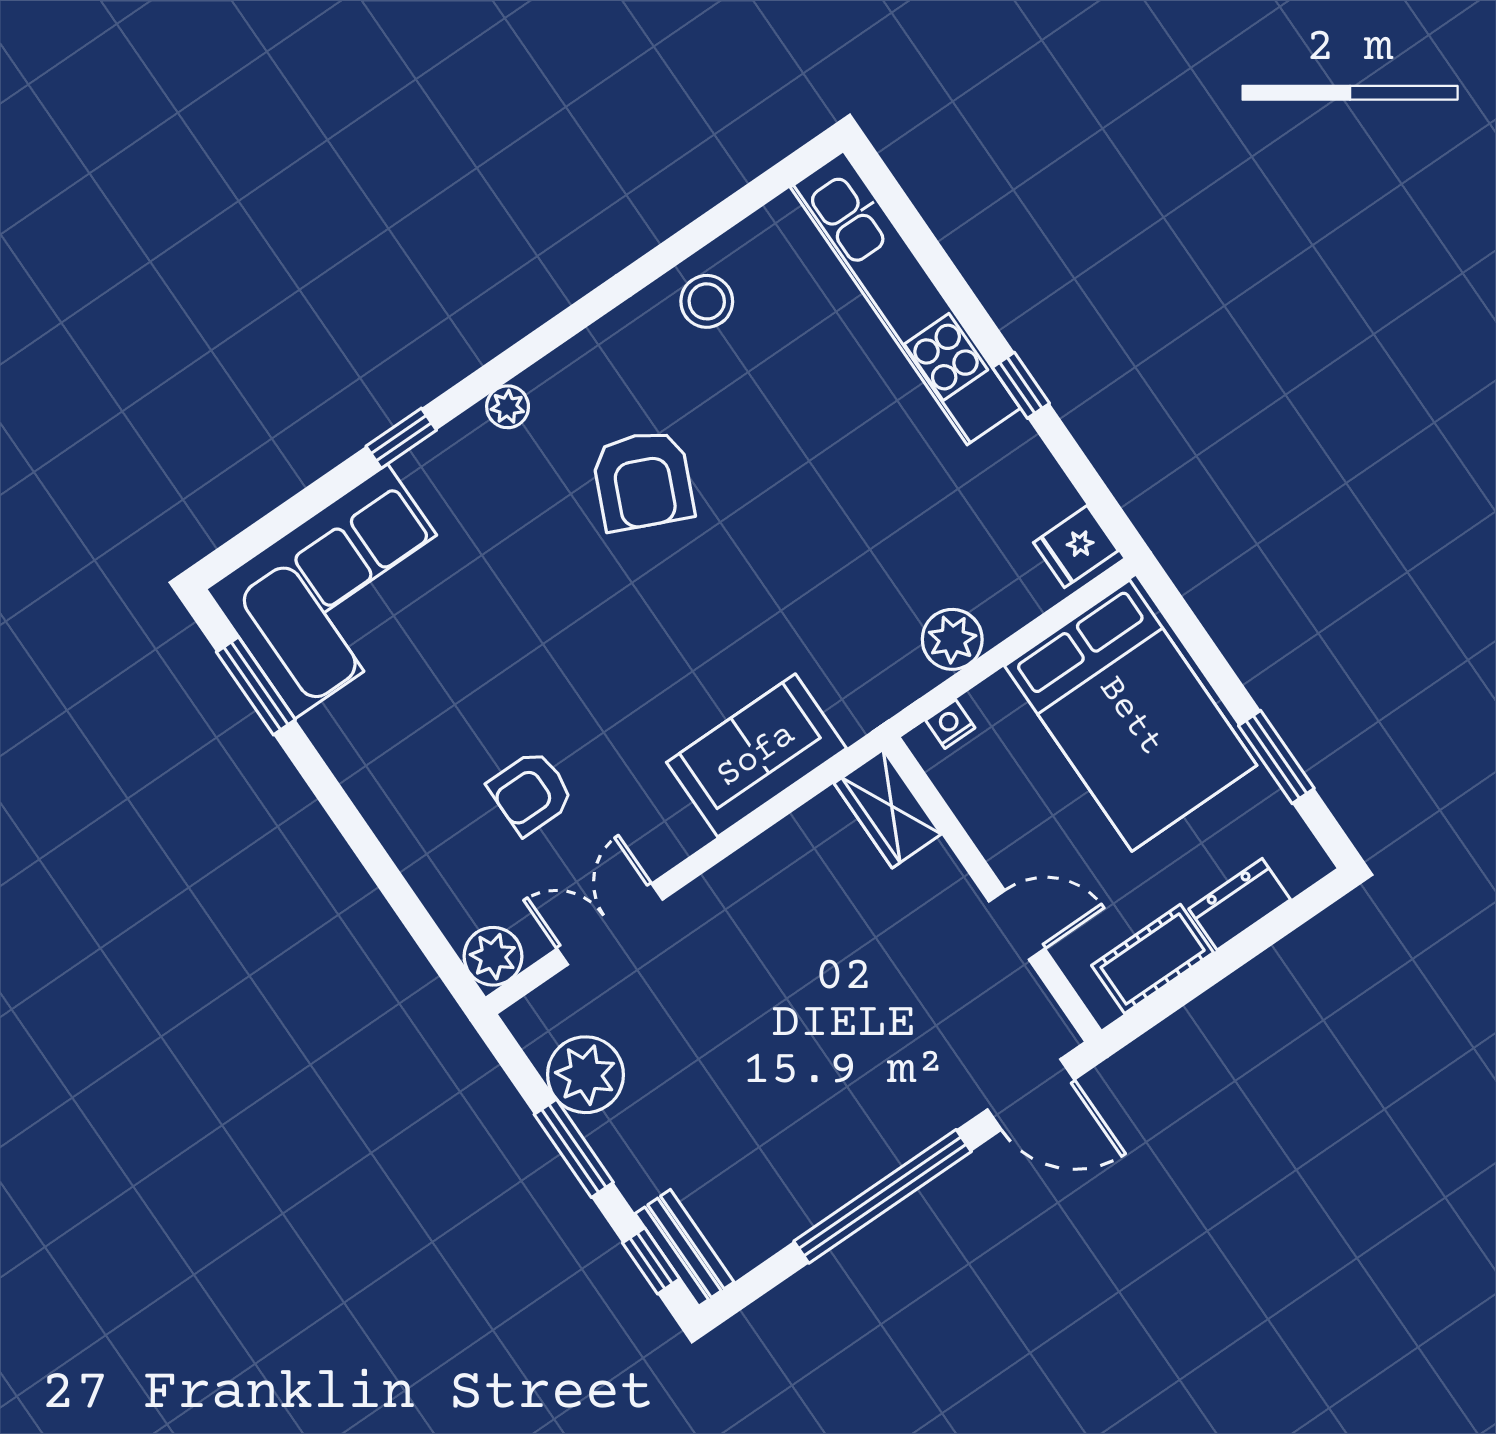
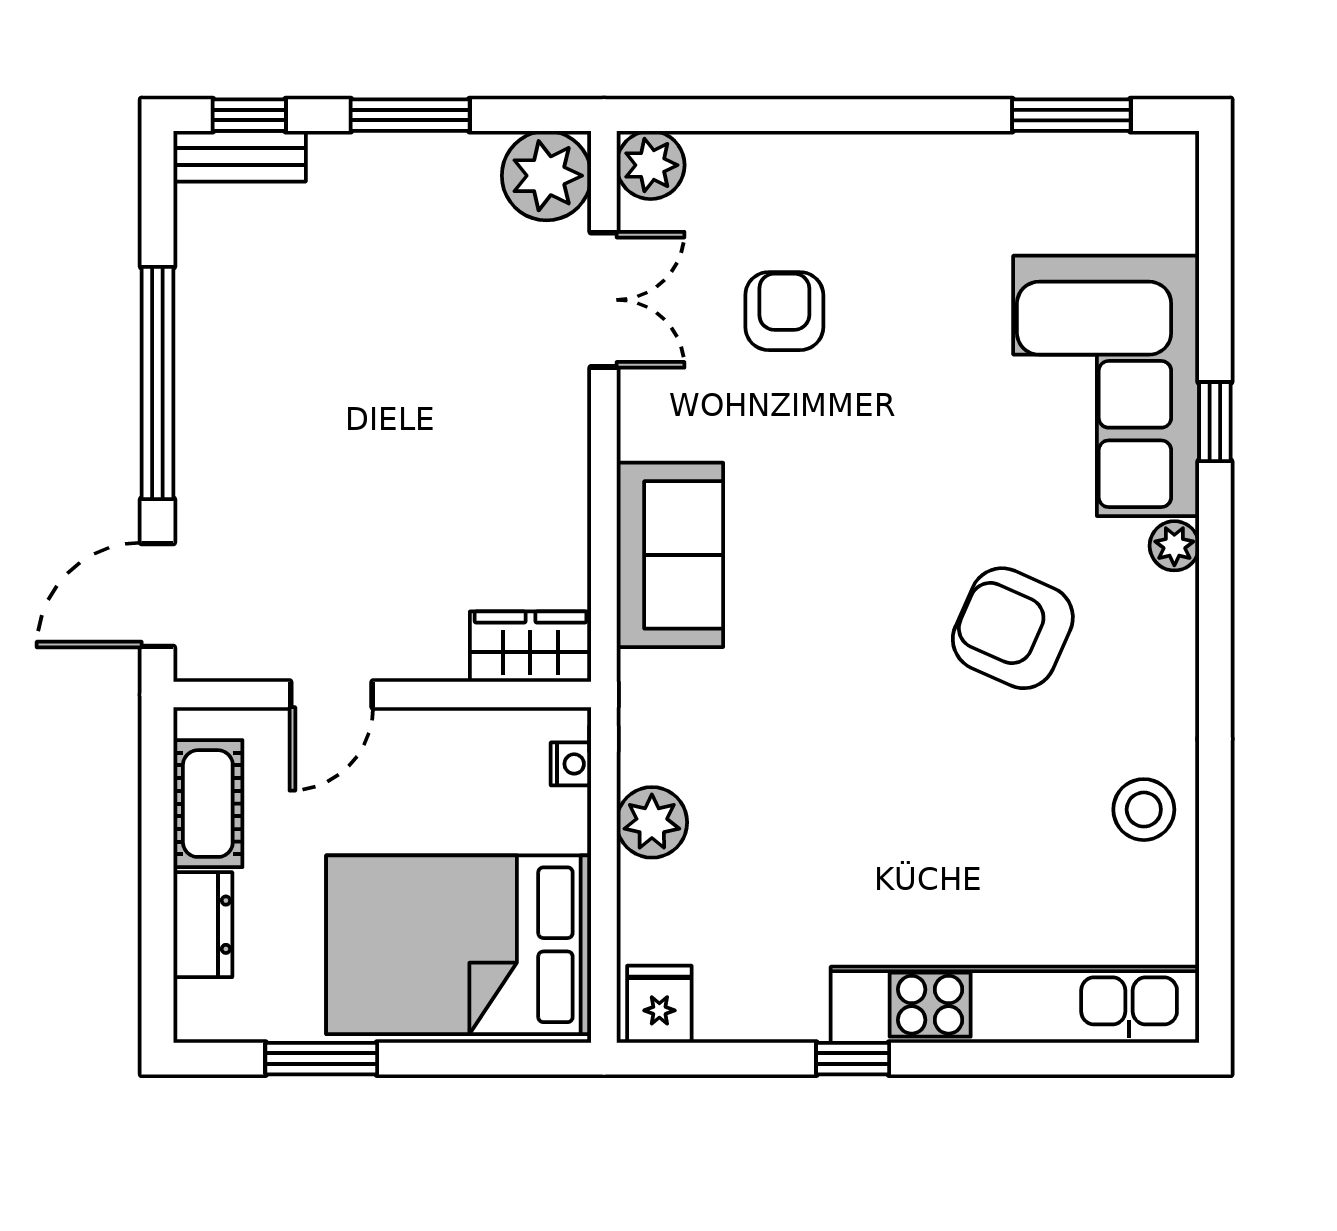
corner sofa: (341, 591) -> (1106, 386), moved
plant: (585, 1075) -> (546, 176), moved

